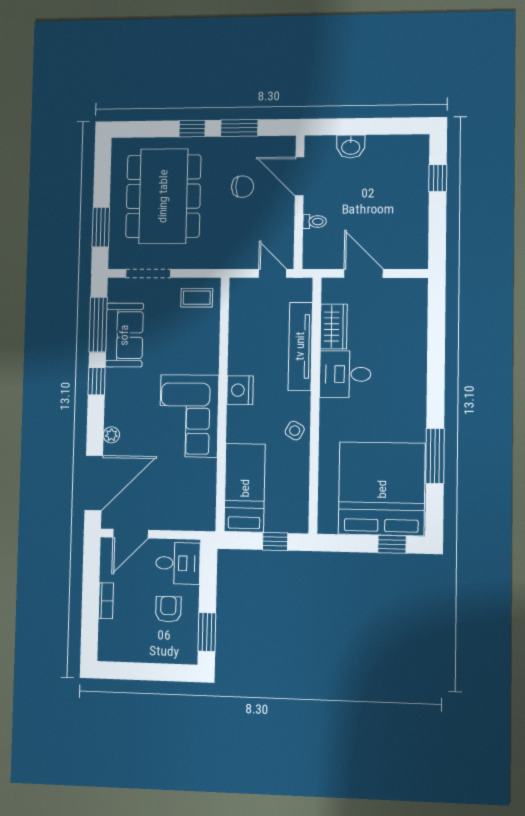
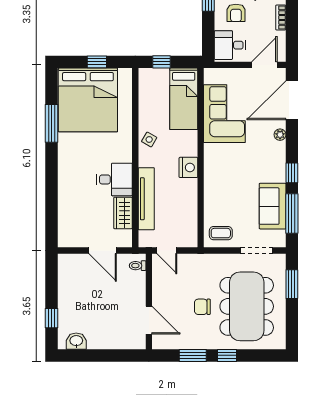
washbasin: (351, 147) -> (76, 341), moved
chair: (243, 187) -> (202, 307), moved
toilet: (315, 222) -> (138, 266), moved
corner sofa: (189, 416) -> (224, 114), moved
window: (392, 544) -> (97, 62), moved

